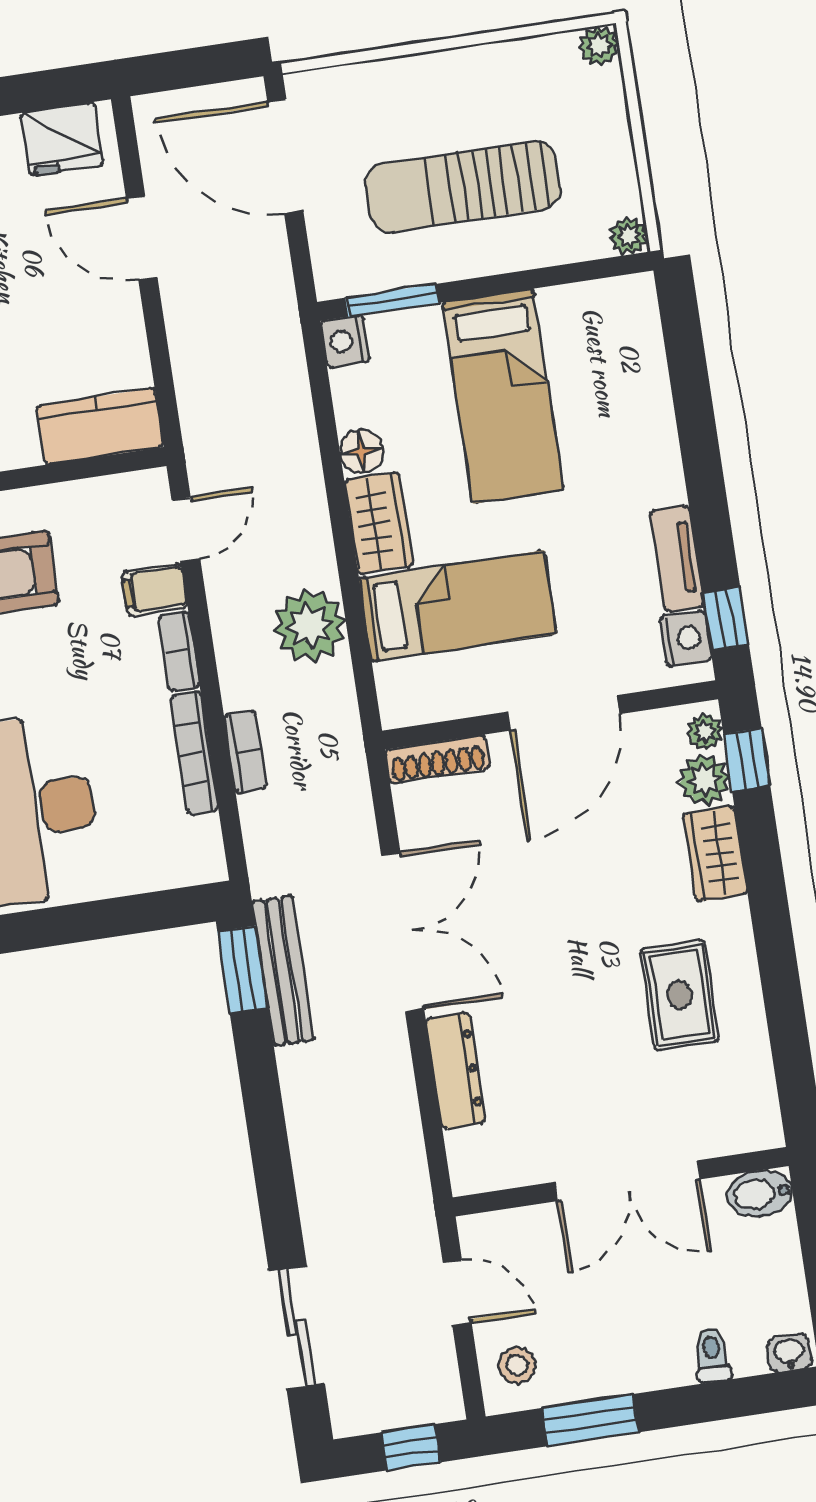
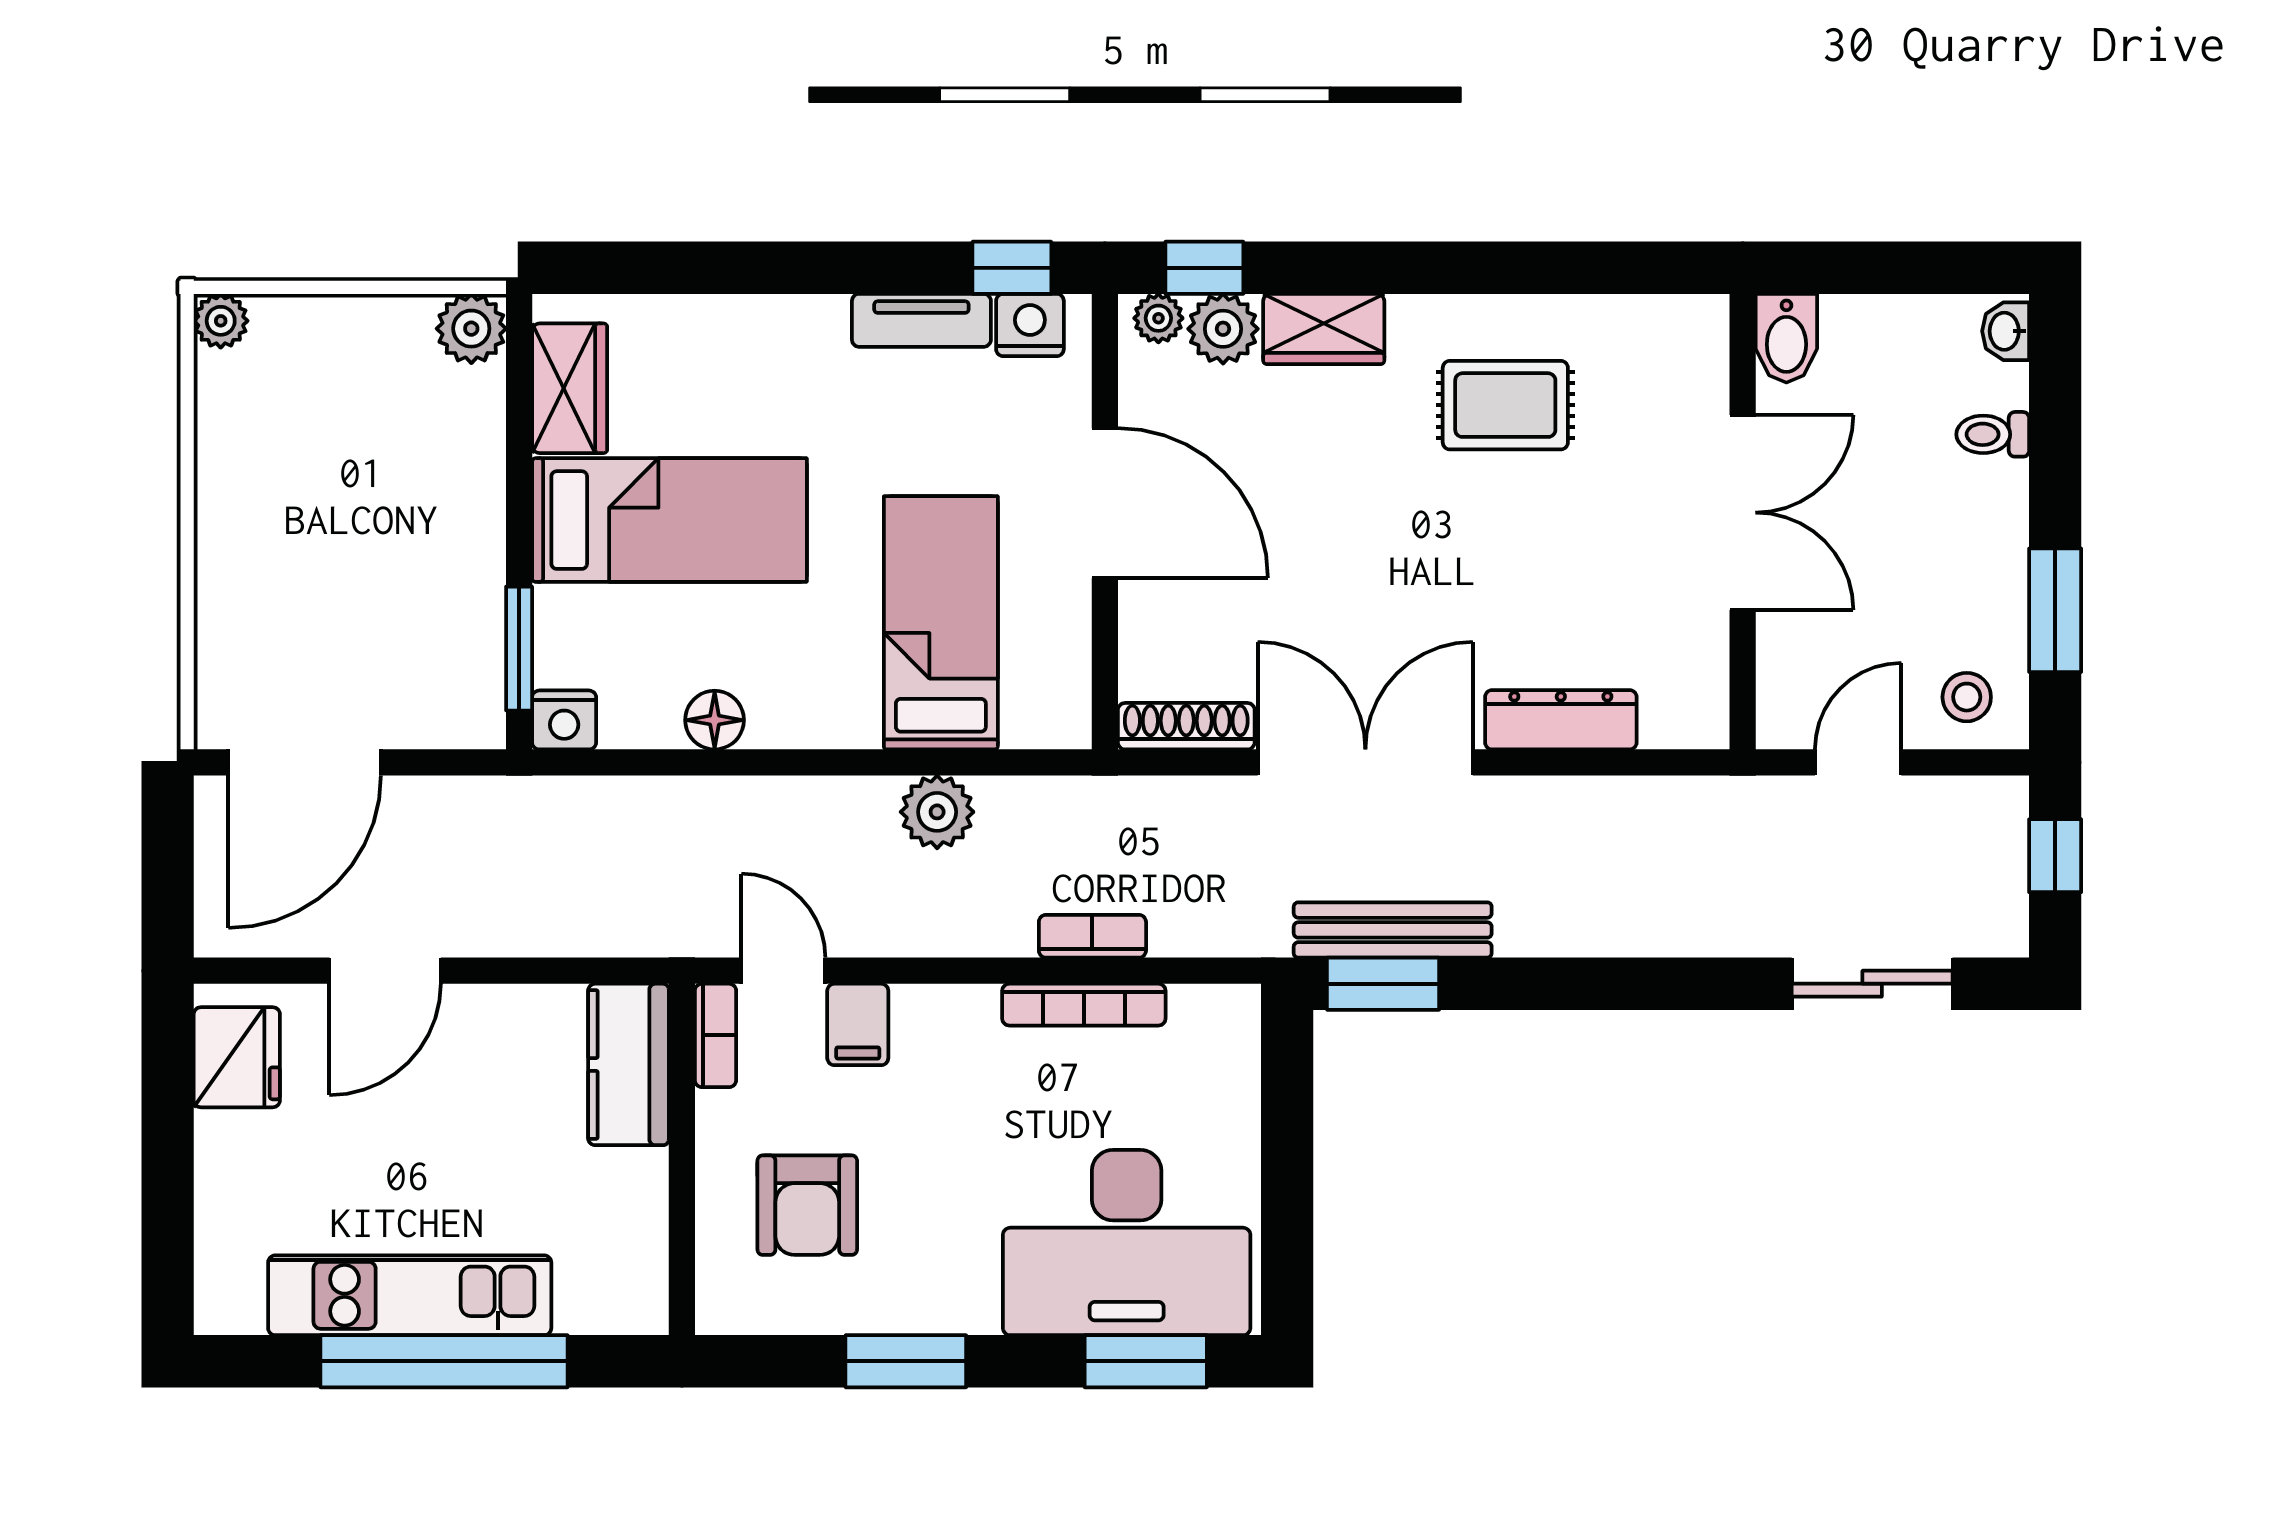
sun lounger: (463, 187) -> (381, 531), removed
plant: (629, 236) -> (471, 329), width x1.38, depth x1.38
wardrobe: (379, 523) -> (570, 388), moved, turned 90
plant: (309, 626) -> (937, 812), width x0.73, depth x0.73
bookcase: (179, 652) -> (716, 1035), moved, turned -90
shoe rack: (437, 759) -> (1186, 726), moved, turned -90

